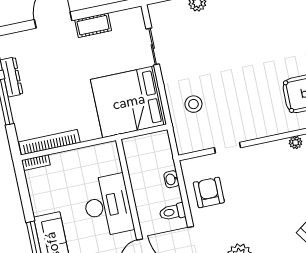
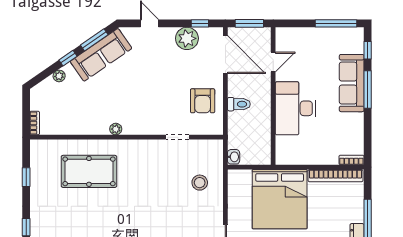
bed: (129, 102) -> (280, 199), moved, turned 90
washbasin: (171, 179) -> (234, 157), moved
toilet: (172, 212) -> (239, 104), moved

